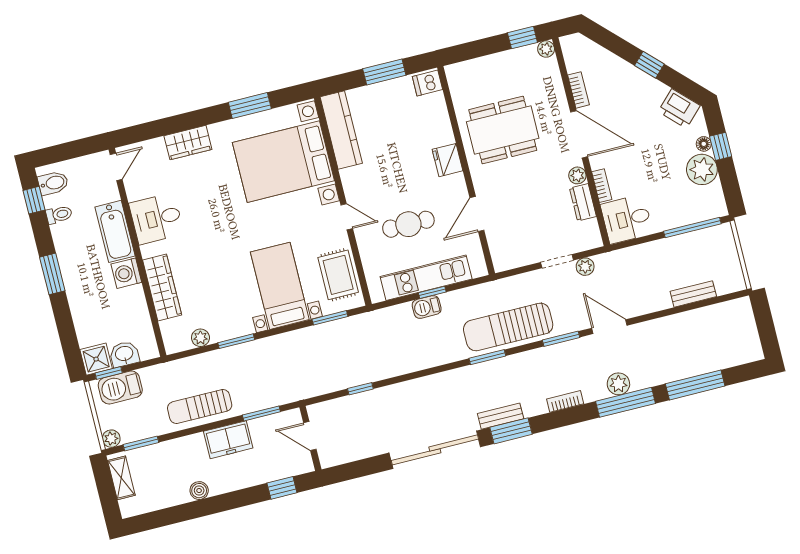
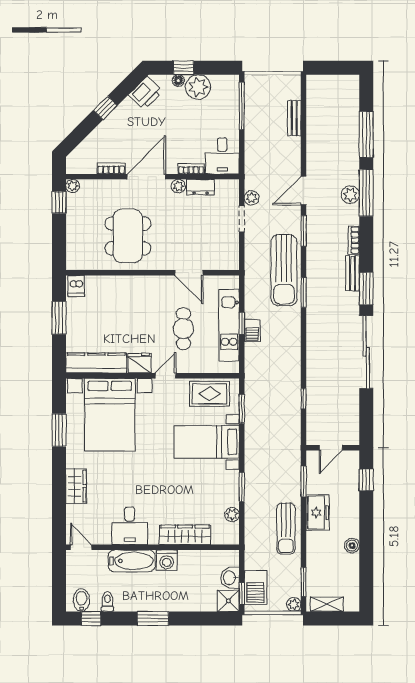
fridge: (448, 160) -> (140, 363), moved, turned 180
bench: (501, 416) -> (353, 273), moved

